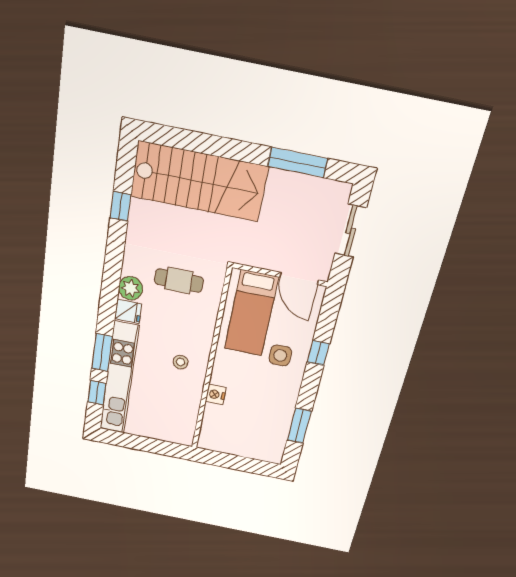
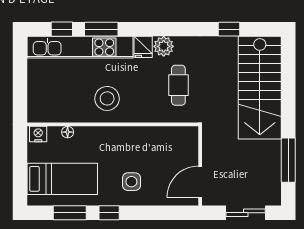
bed: (251, 313) -> (62, 179), moved, turned 180
window: (318, 353) -> (109, 213), moved
stool: (181, 362) -> (107, 98), width x1.89, depth x1.89
nightstand: (216, 395) -> (38, 134), moved
floor lamp: (210, 410) -> (68, 132), added

